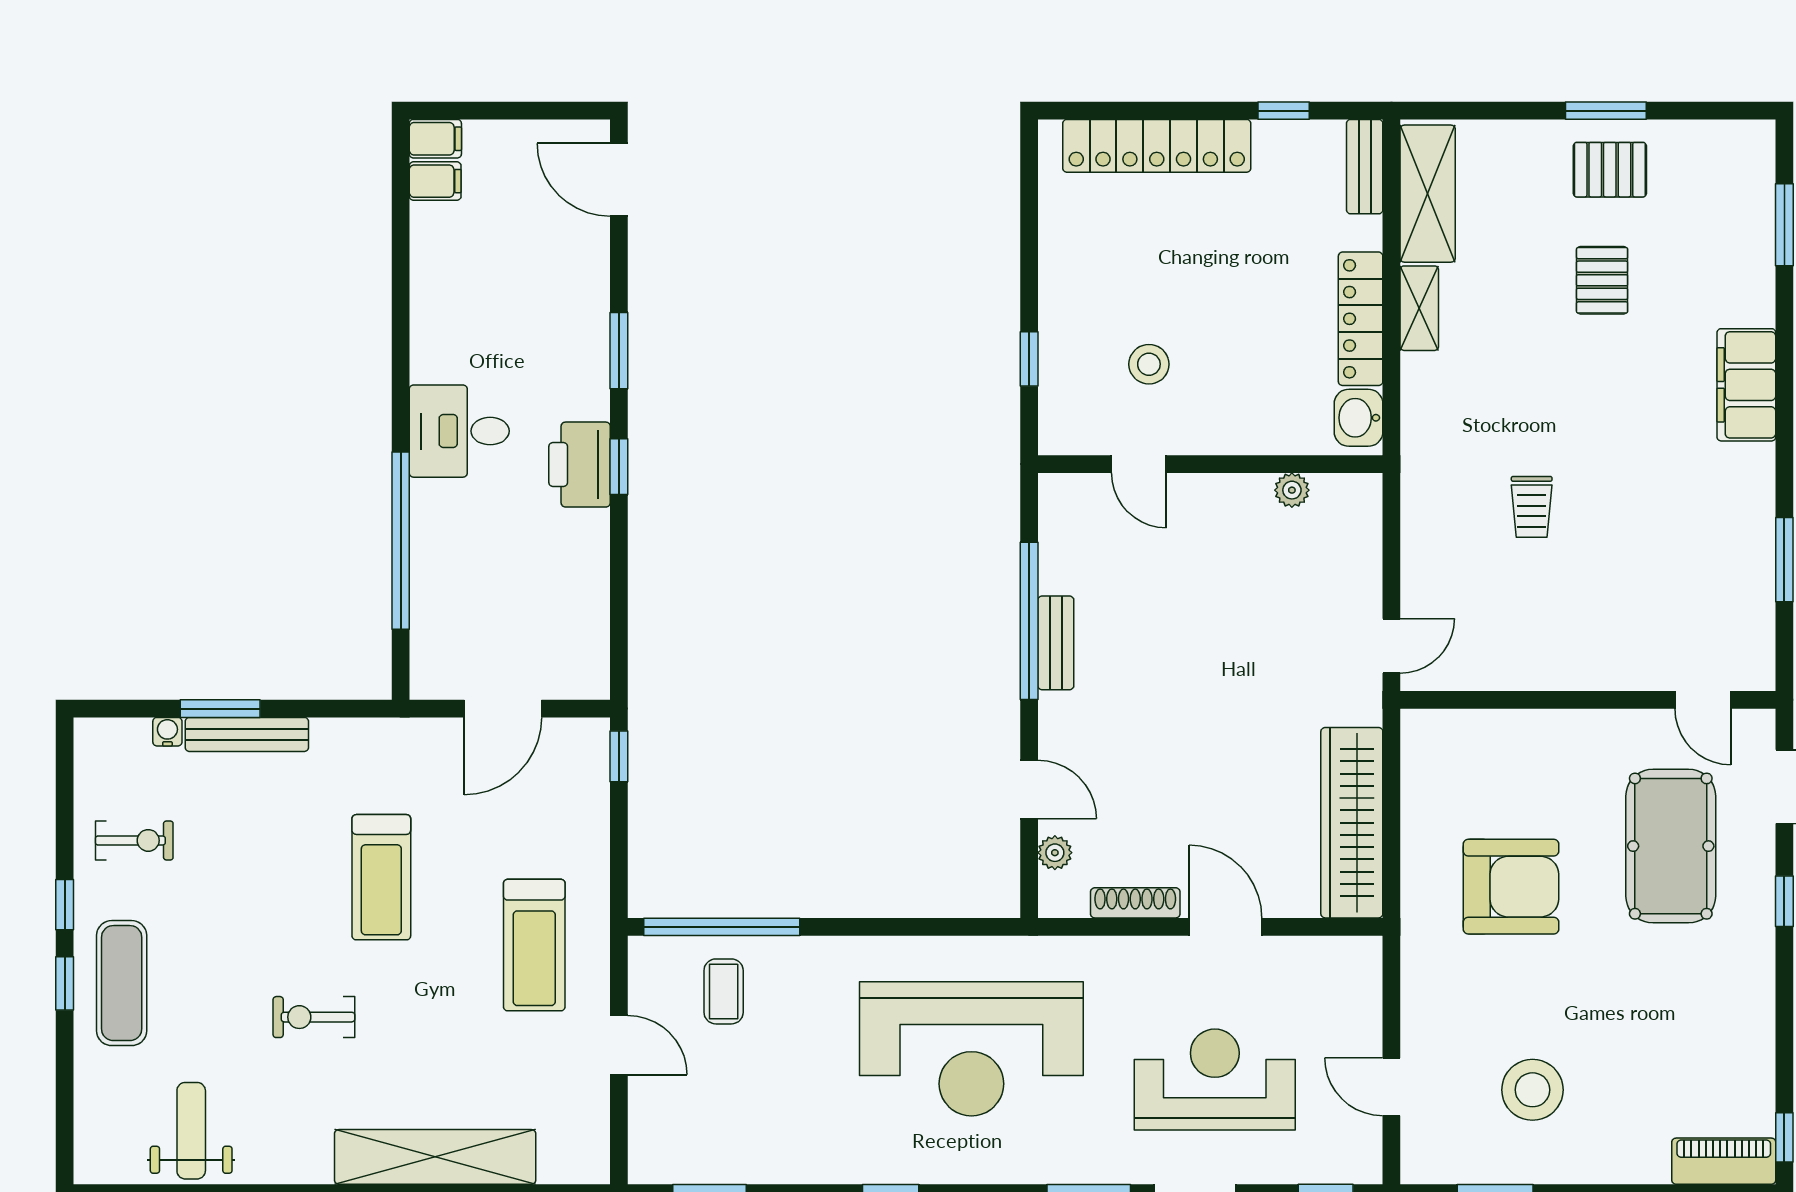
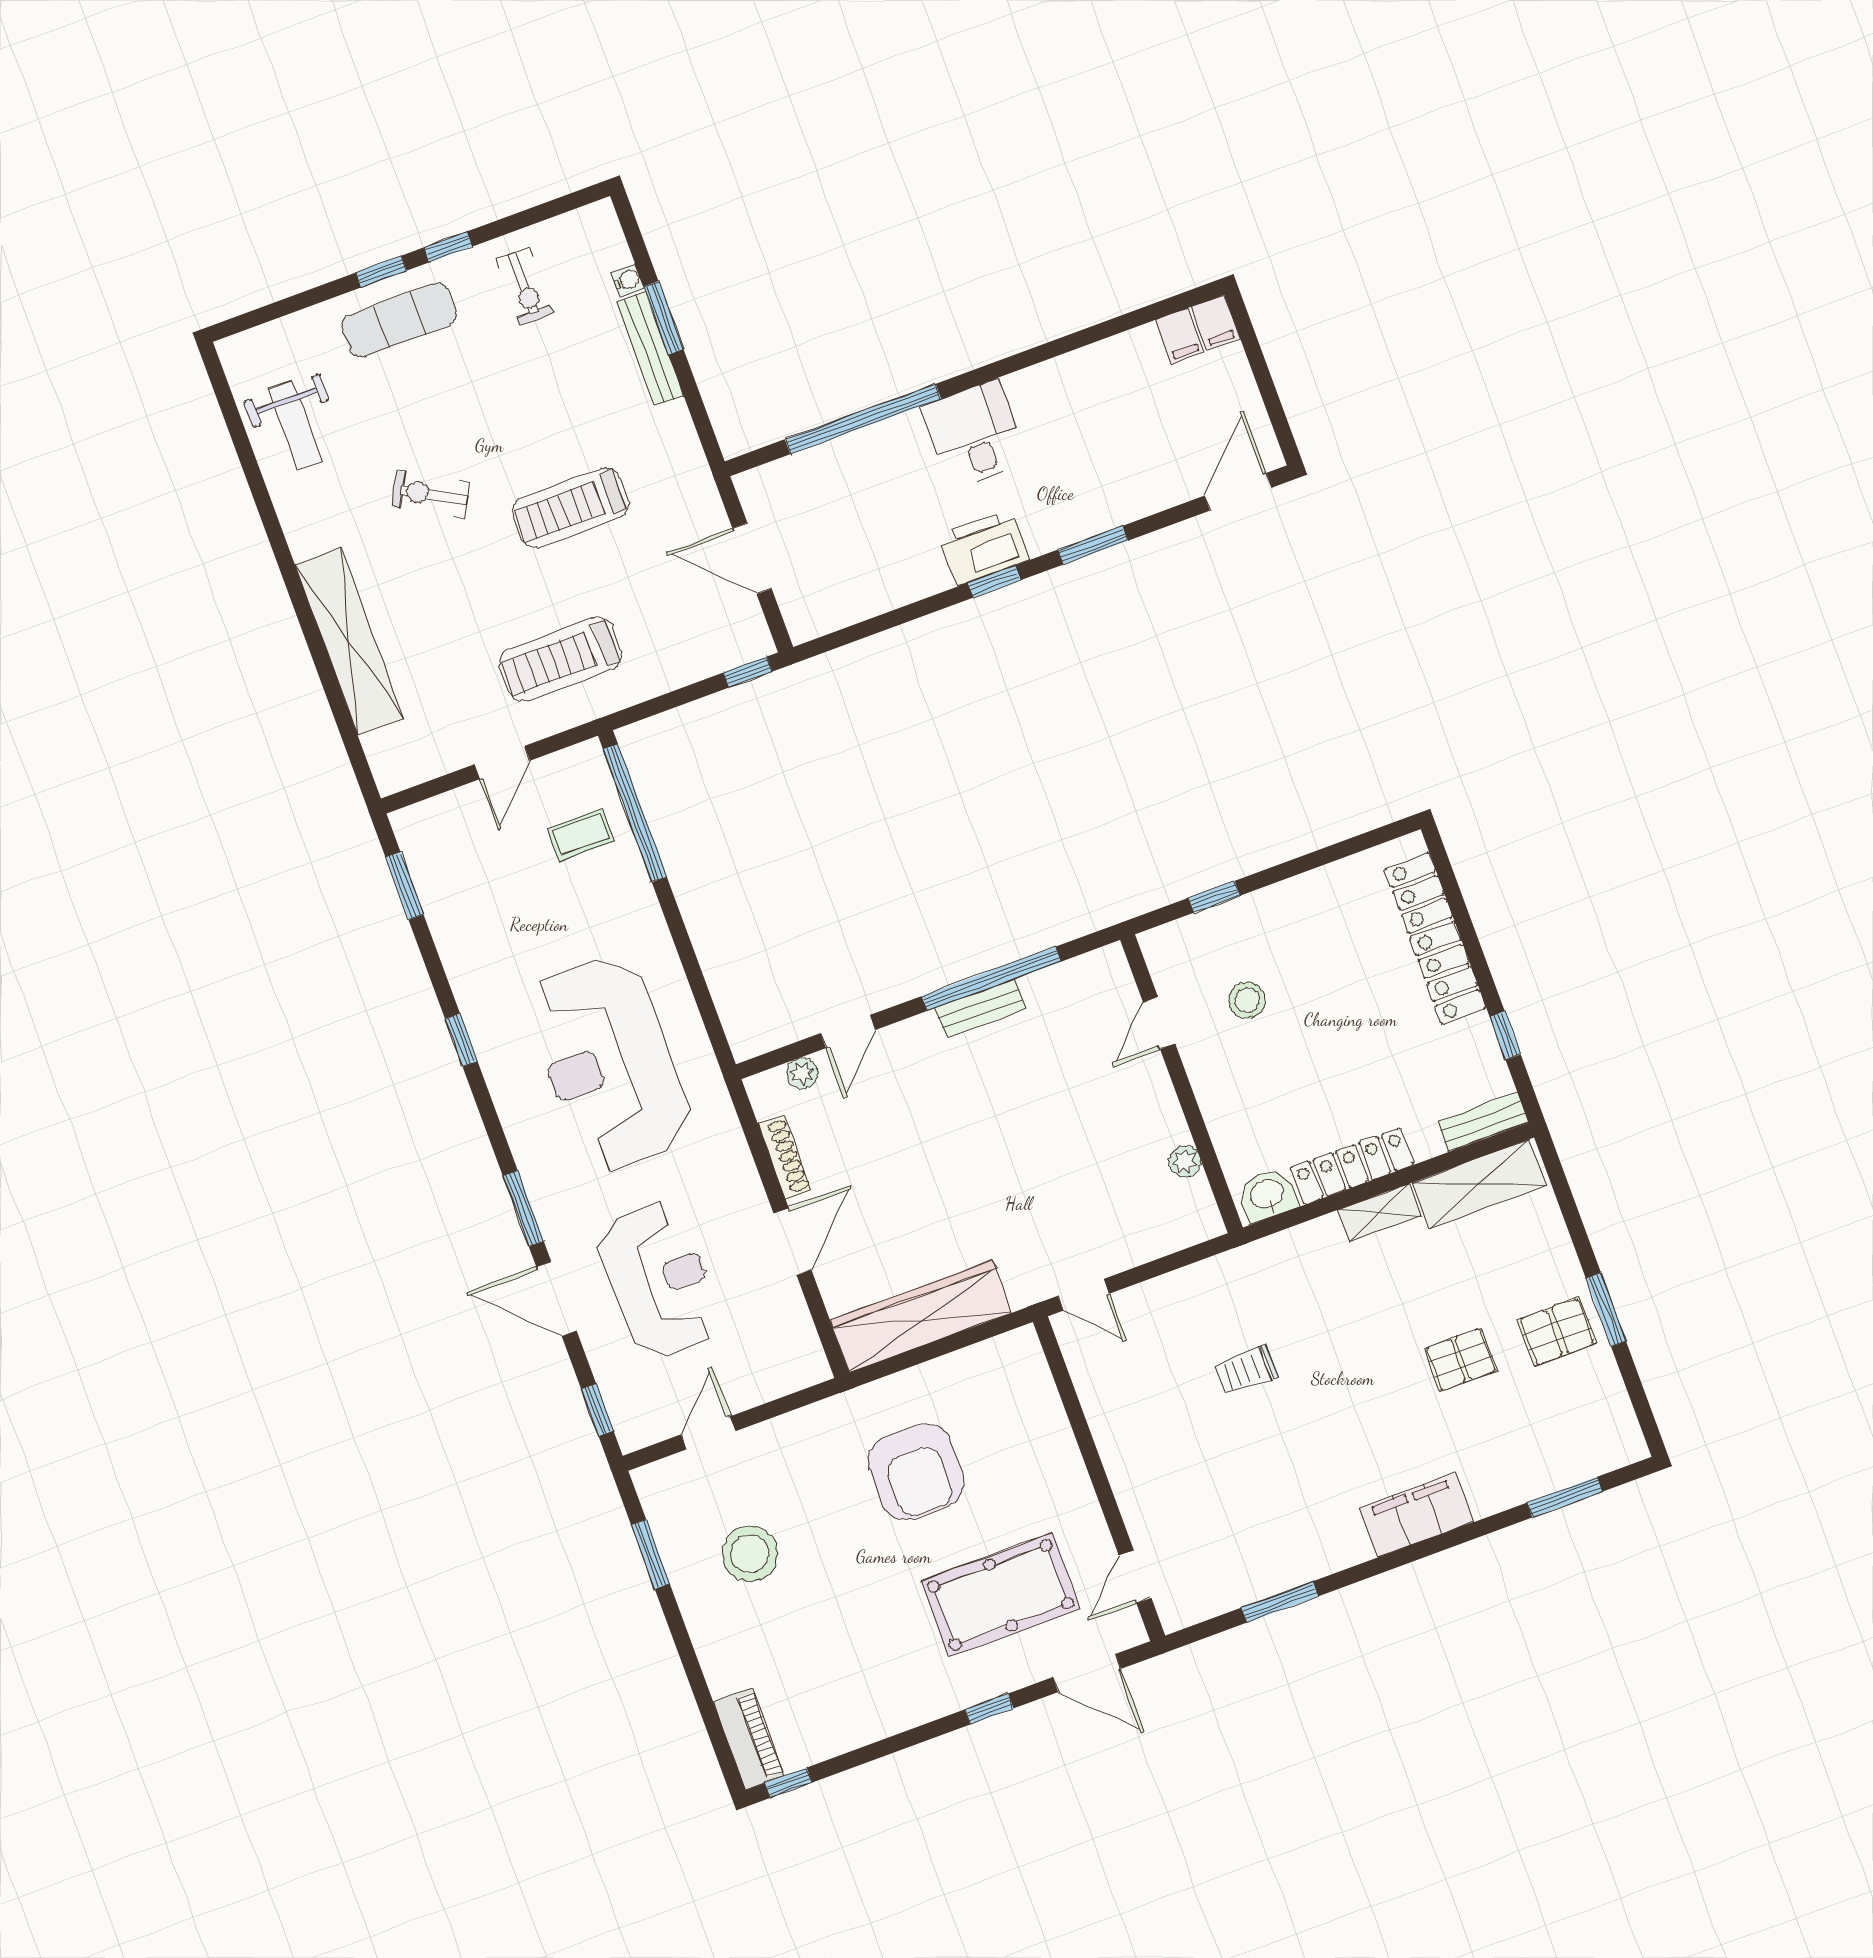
pallet: (1610, 170) -> (1557, 1332), turned 90
exercise bike: (314, 1017) -> (430, 494), turned -61
weight bench: (191, 1131) -> (295, 425), turned 90

